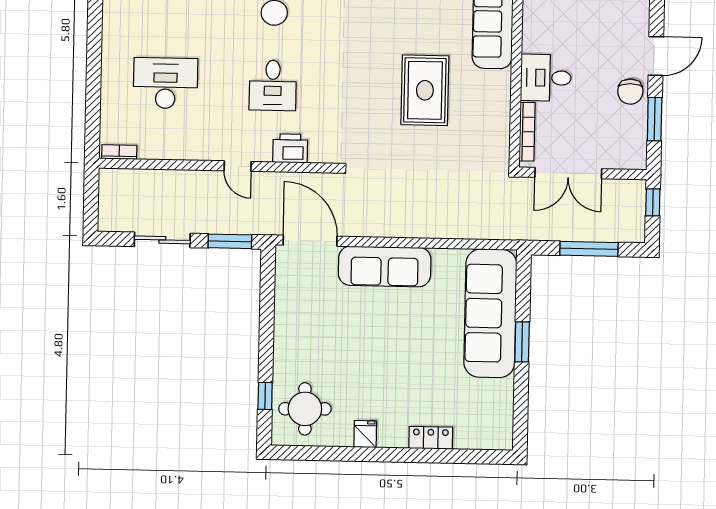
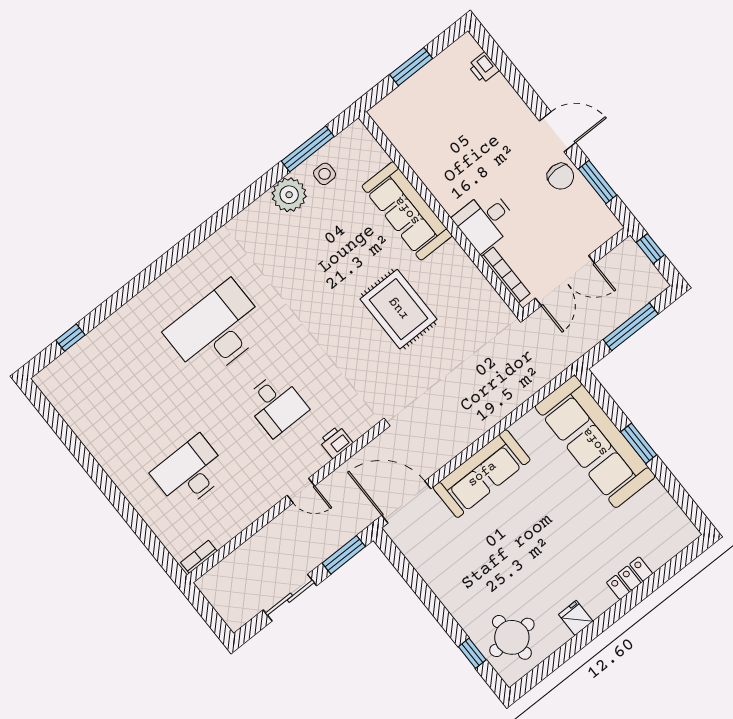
door: (656, 56) -> (557, 132), hinge flipped
printer: (290, 148) -> (336, 442), width x0.73, depth x0.81

